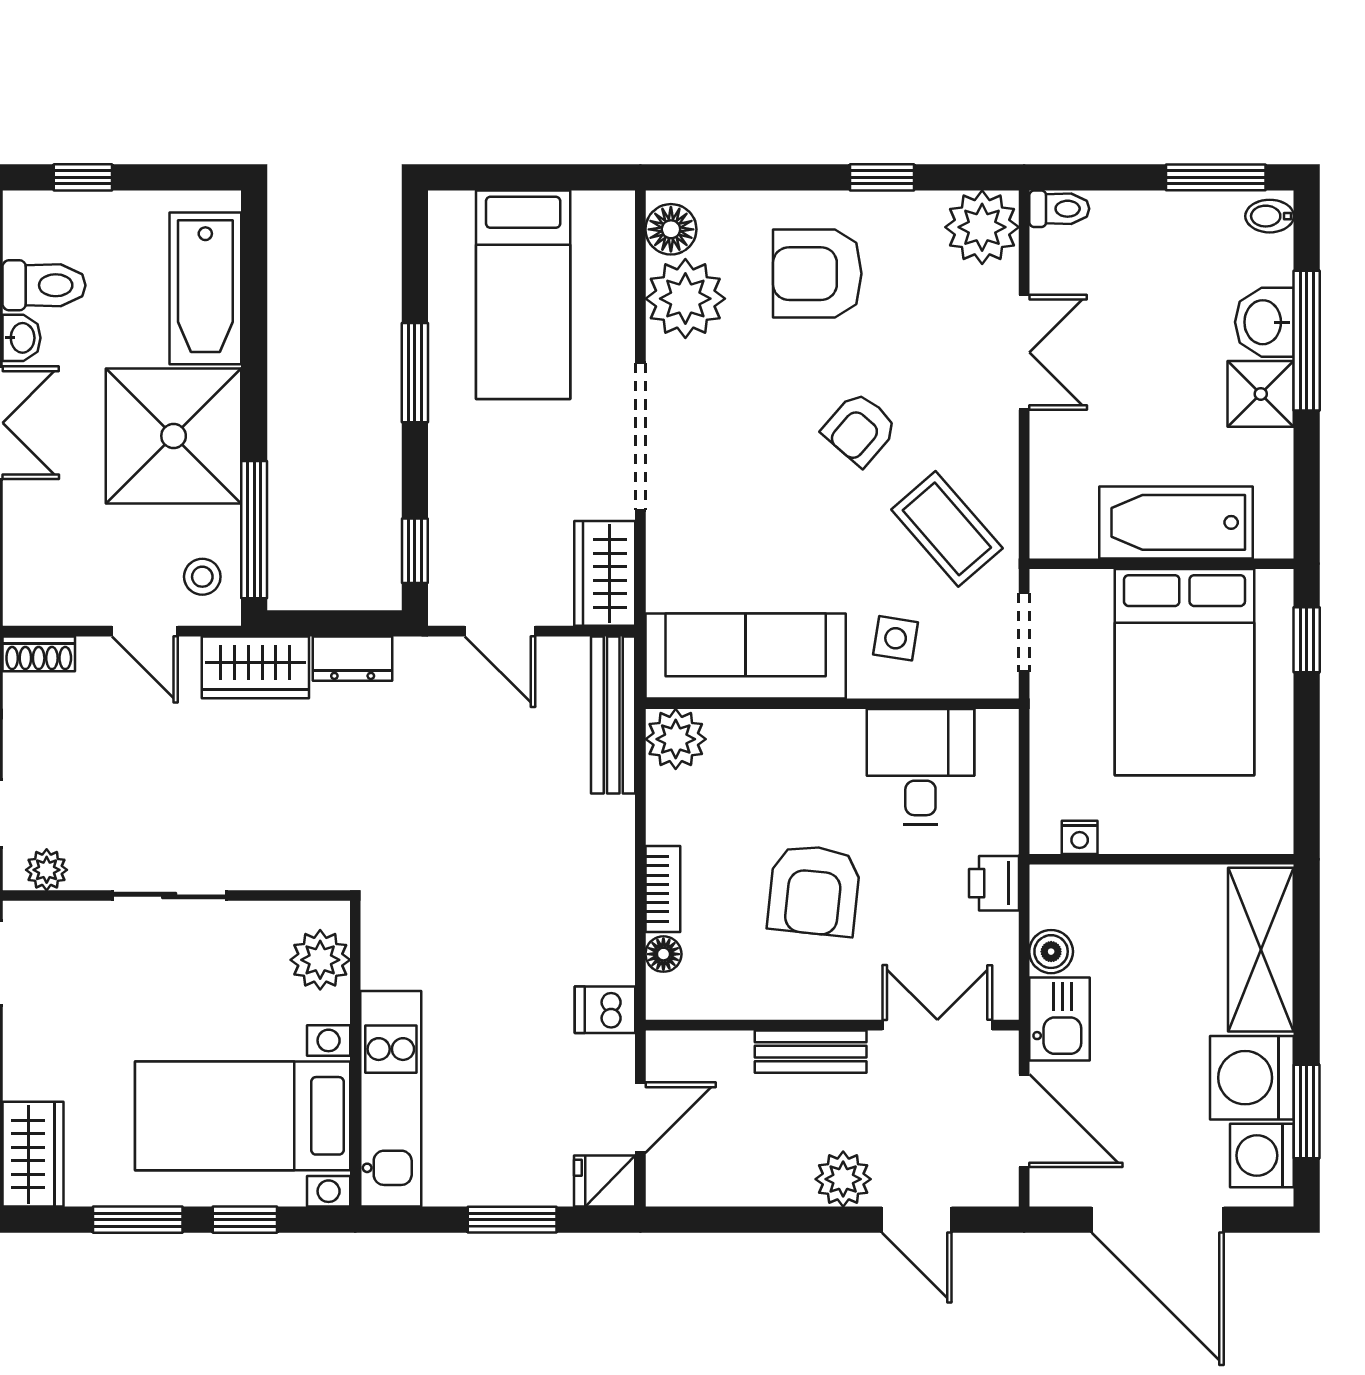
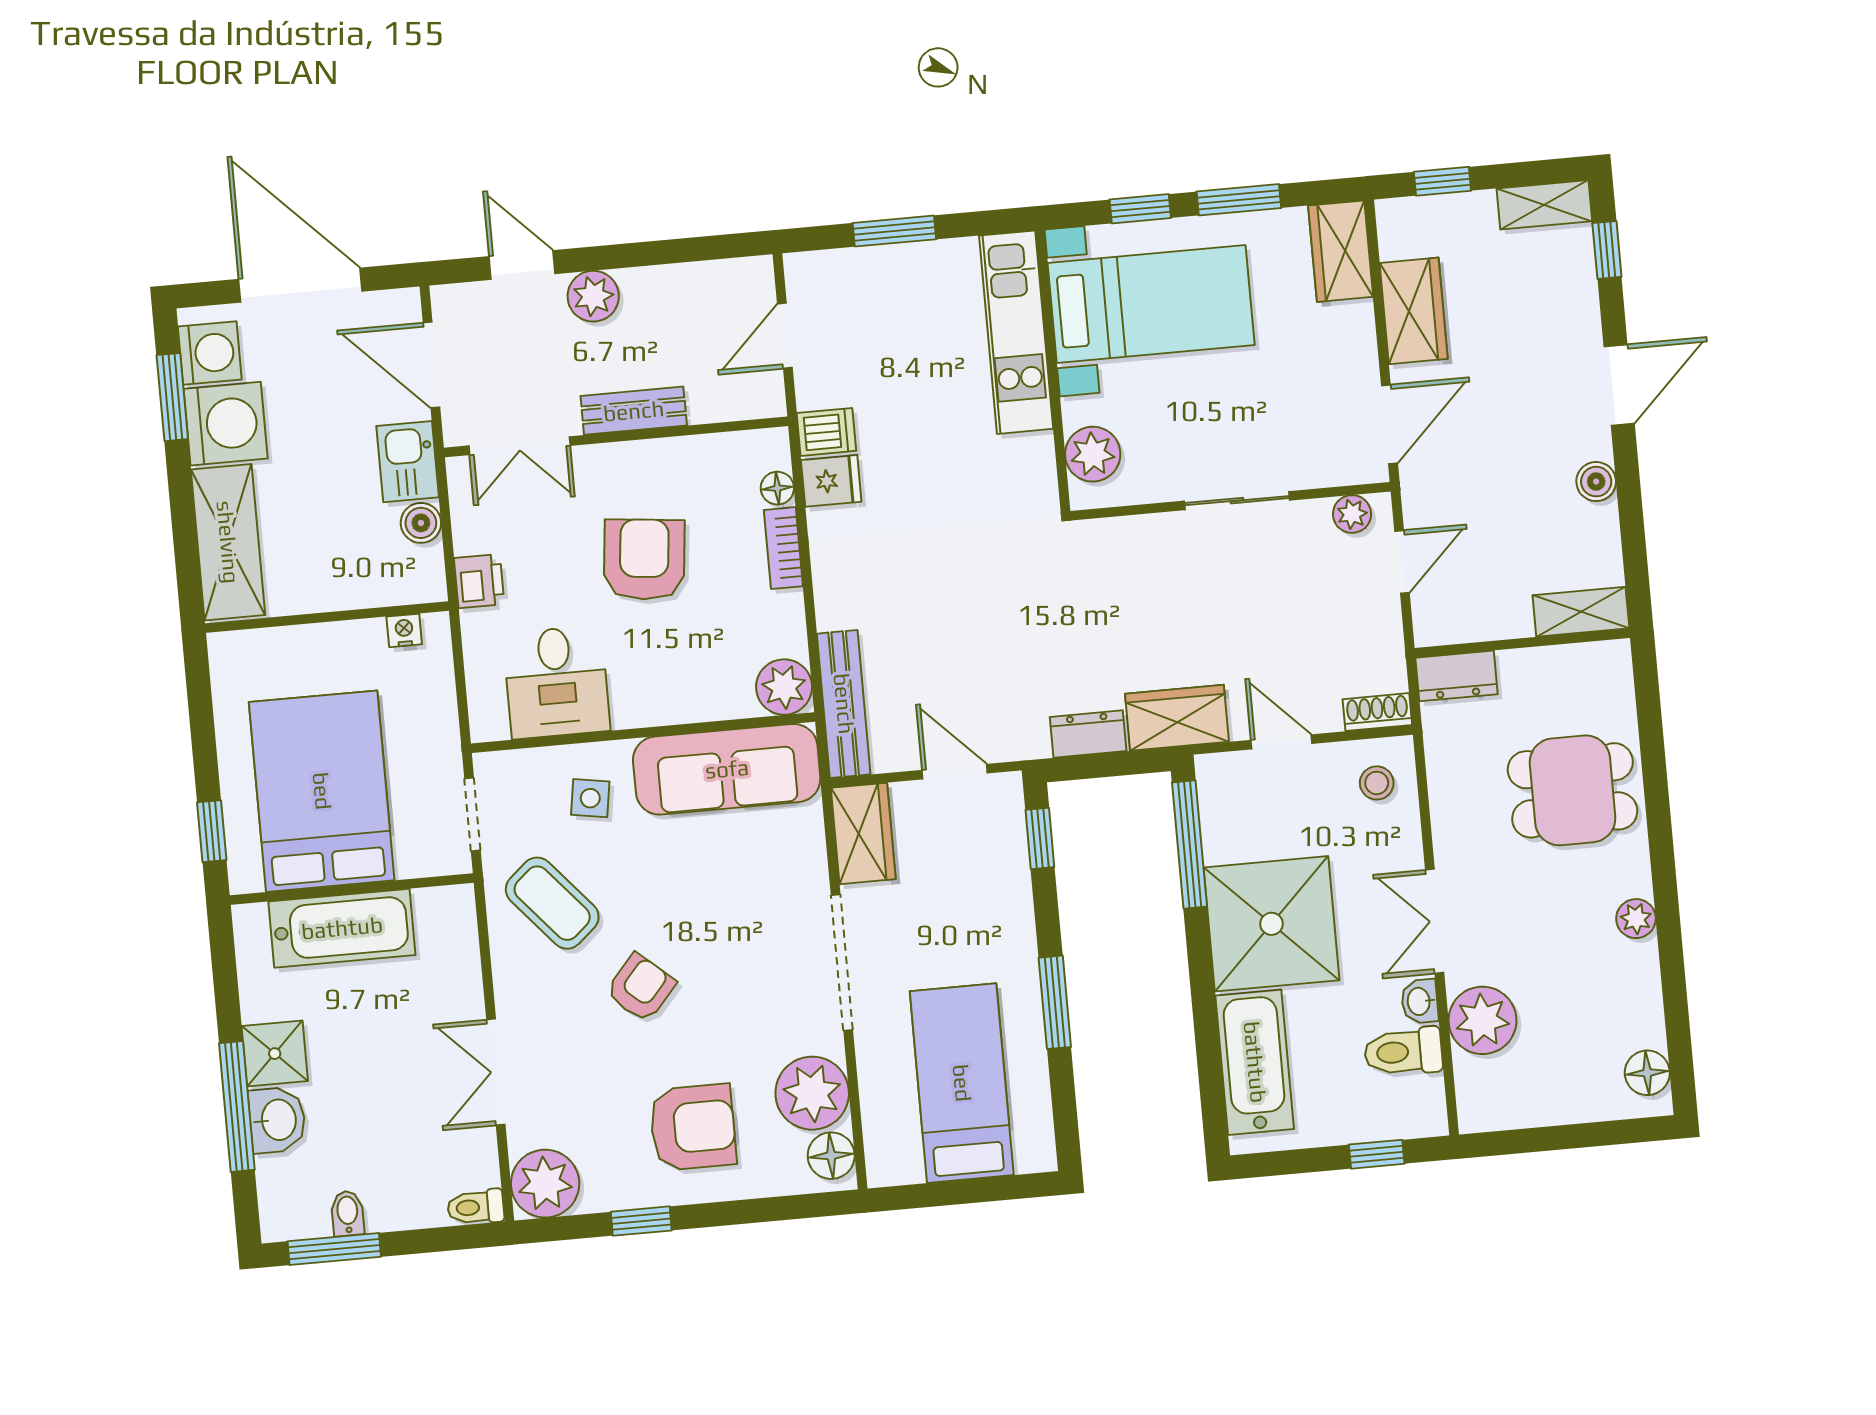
bidet: (1270, 216) -> (348, 1213), moved, turned -90
stool: (202, 577) -> (1377, 783), moved
fridge: (605, 1181) -> (831, 481), moved

